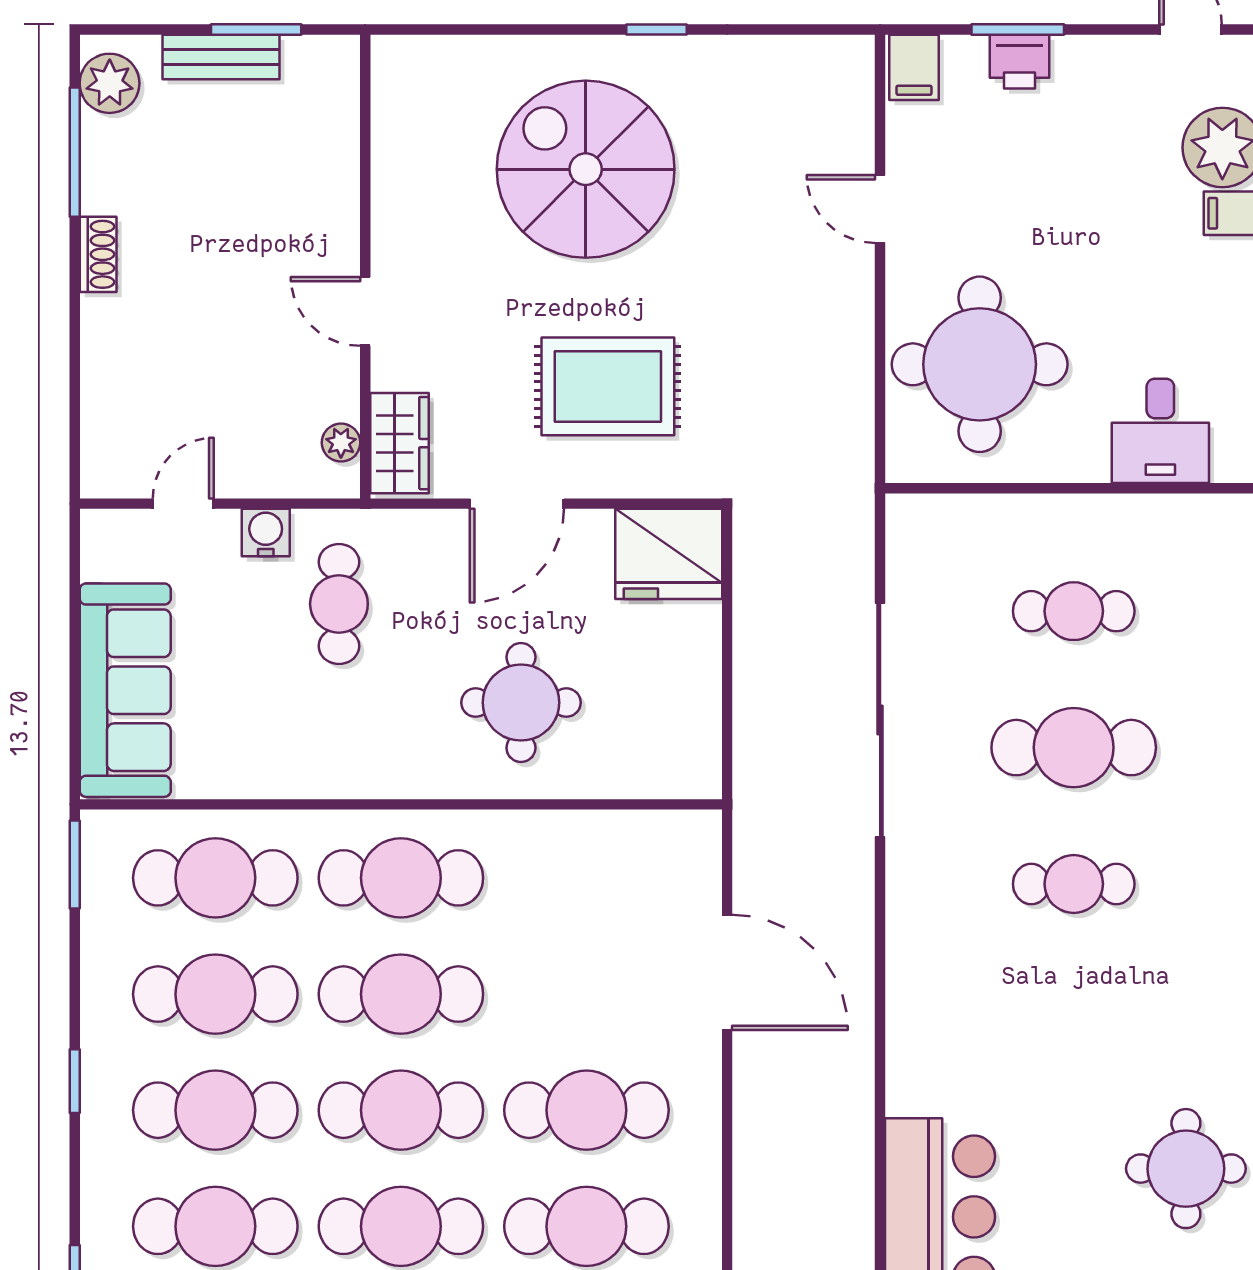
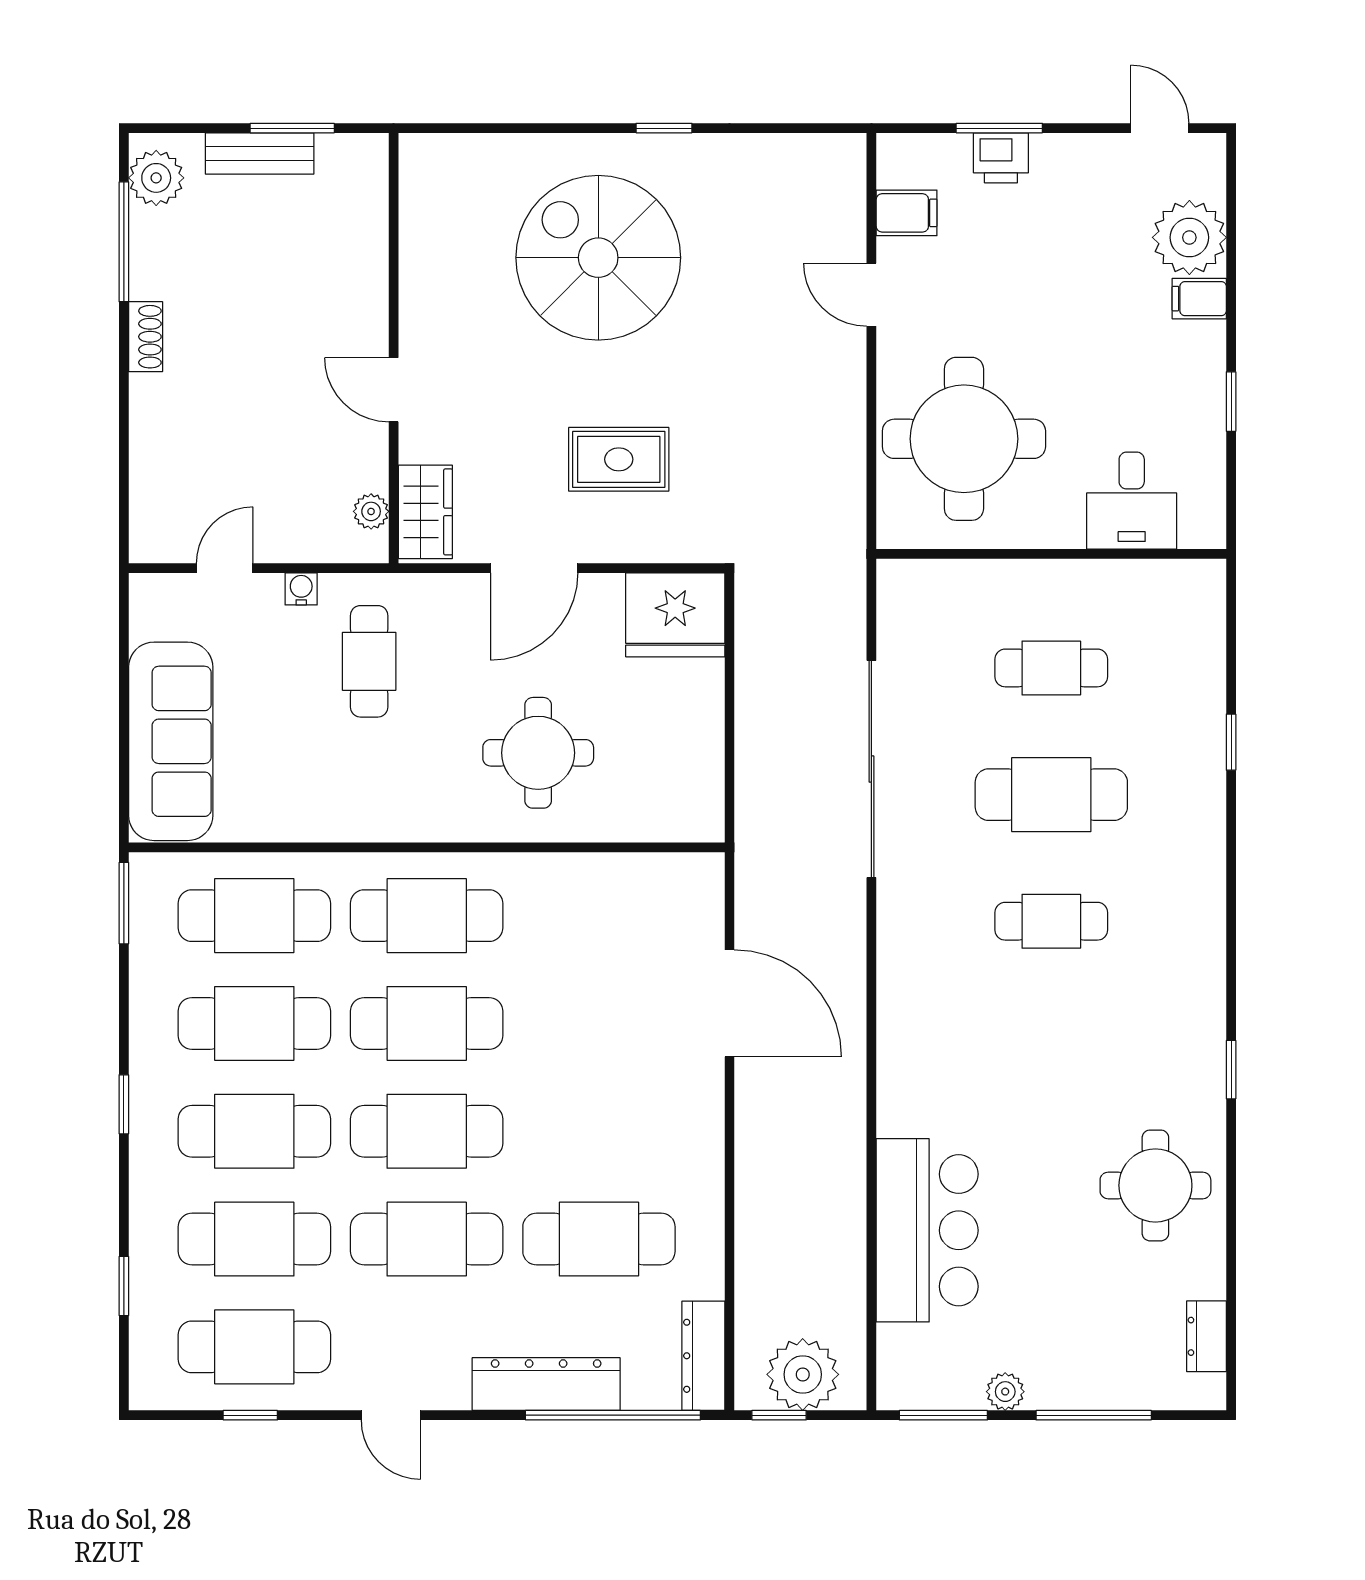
filing cabinet: (914, 67) -> (907, 213), moved, turned -90
rug: (608, 386) -> (619, 459), width x0.73, depth x0.70
water cooler: (266, 533) -> (301, 589), width x0.72, depth x0.72
cafe table: (586, 1110) -> (599, 1131), removed

